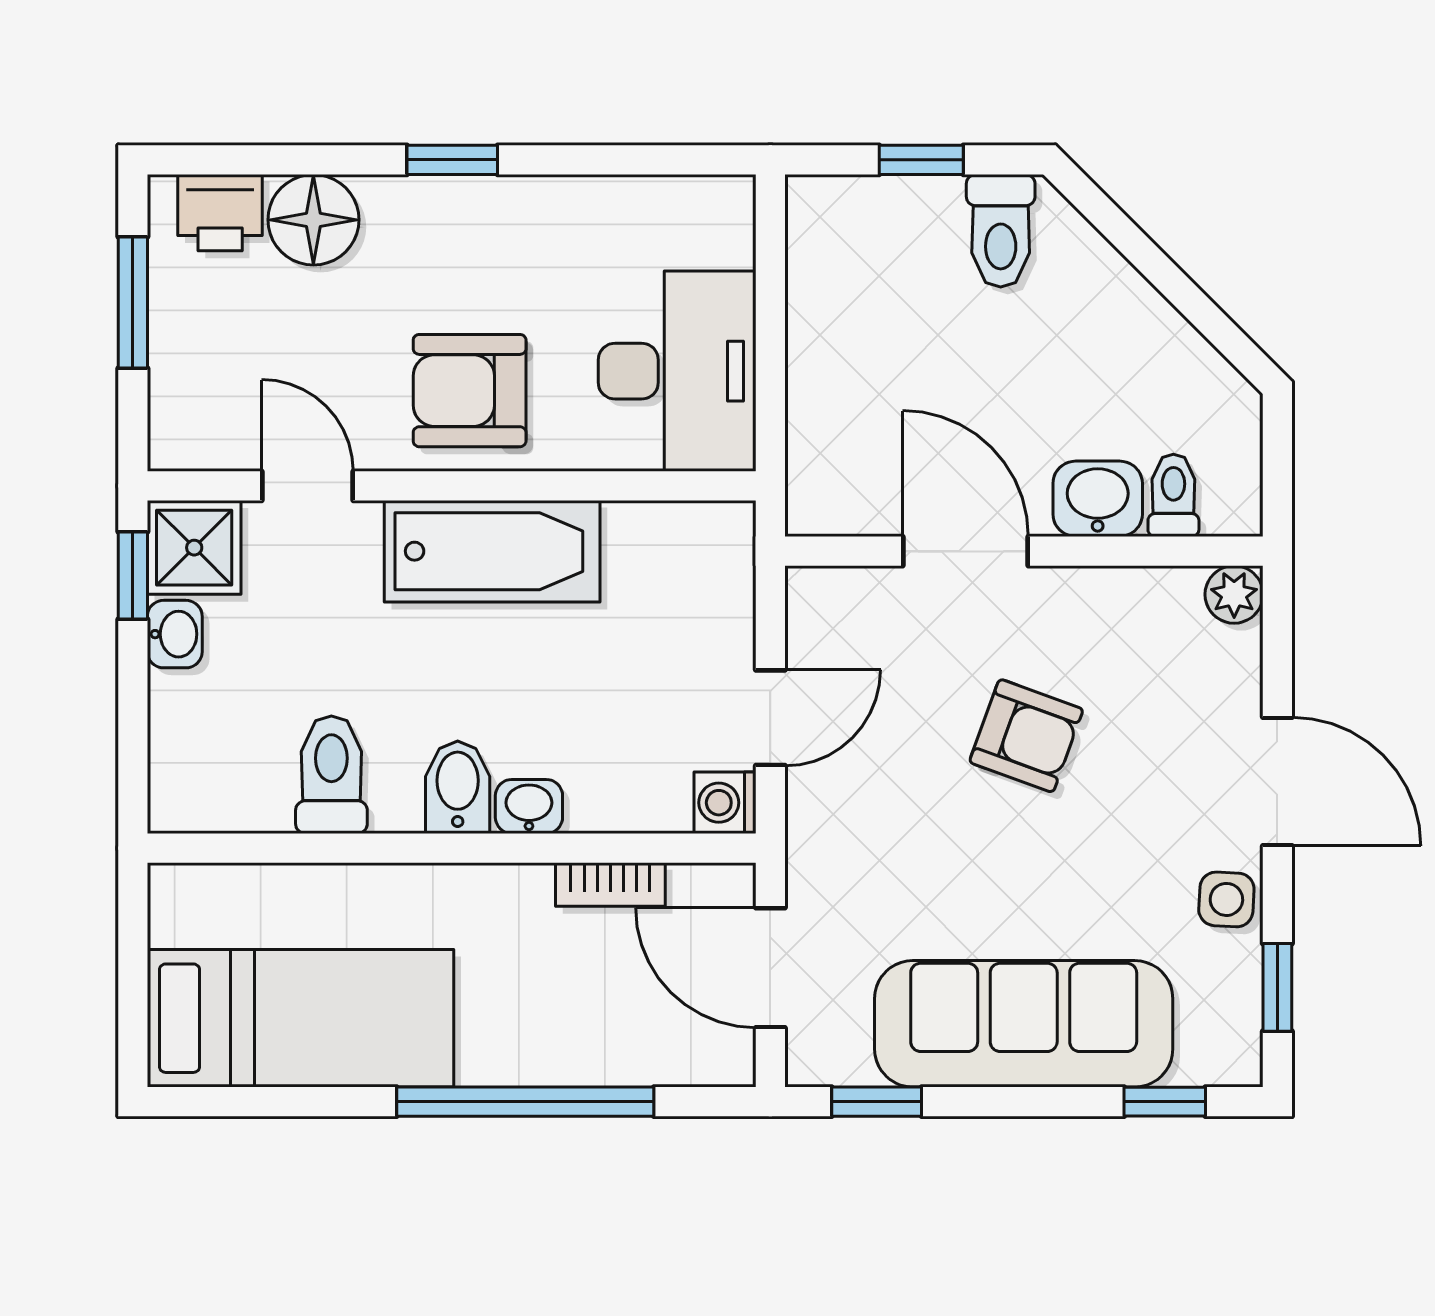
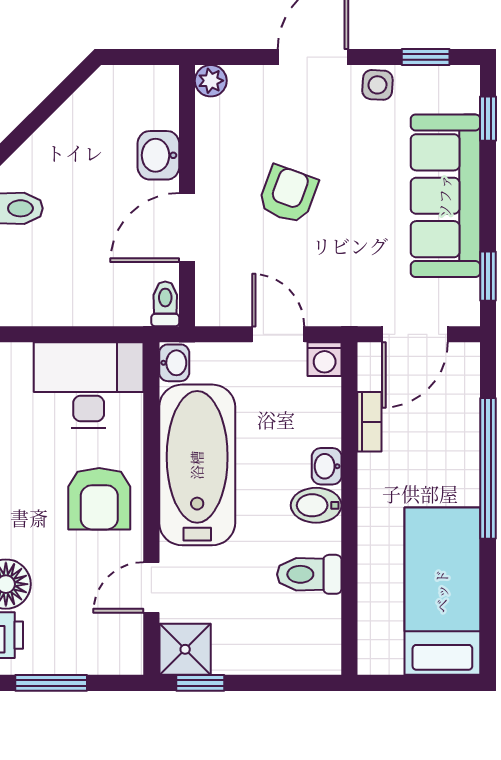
toilet: (1173, 495) -> (165, 304), moved, turned 90
bathtub: (492, 551) -> (197, 465), width x1.36, depth x1.36
washbasin: (175, 634) -> (174, 363), moved, turned 90

